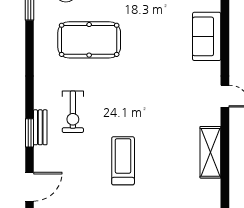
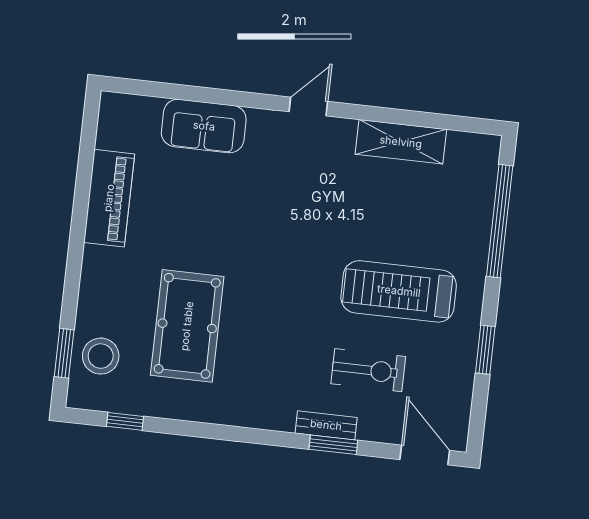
exercise bike: (73, 112) -> (368, 370), moved
treadmill: (123, 161) -> (399, 291), width x1.37, depth x1.38

